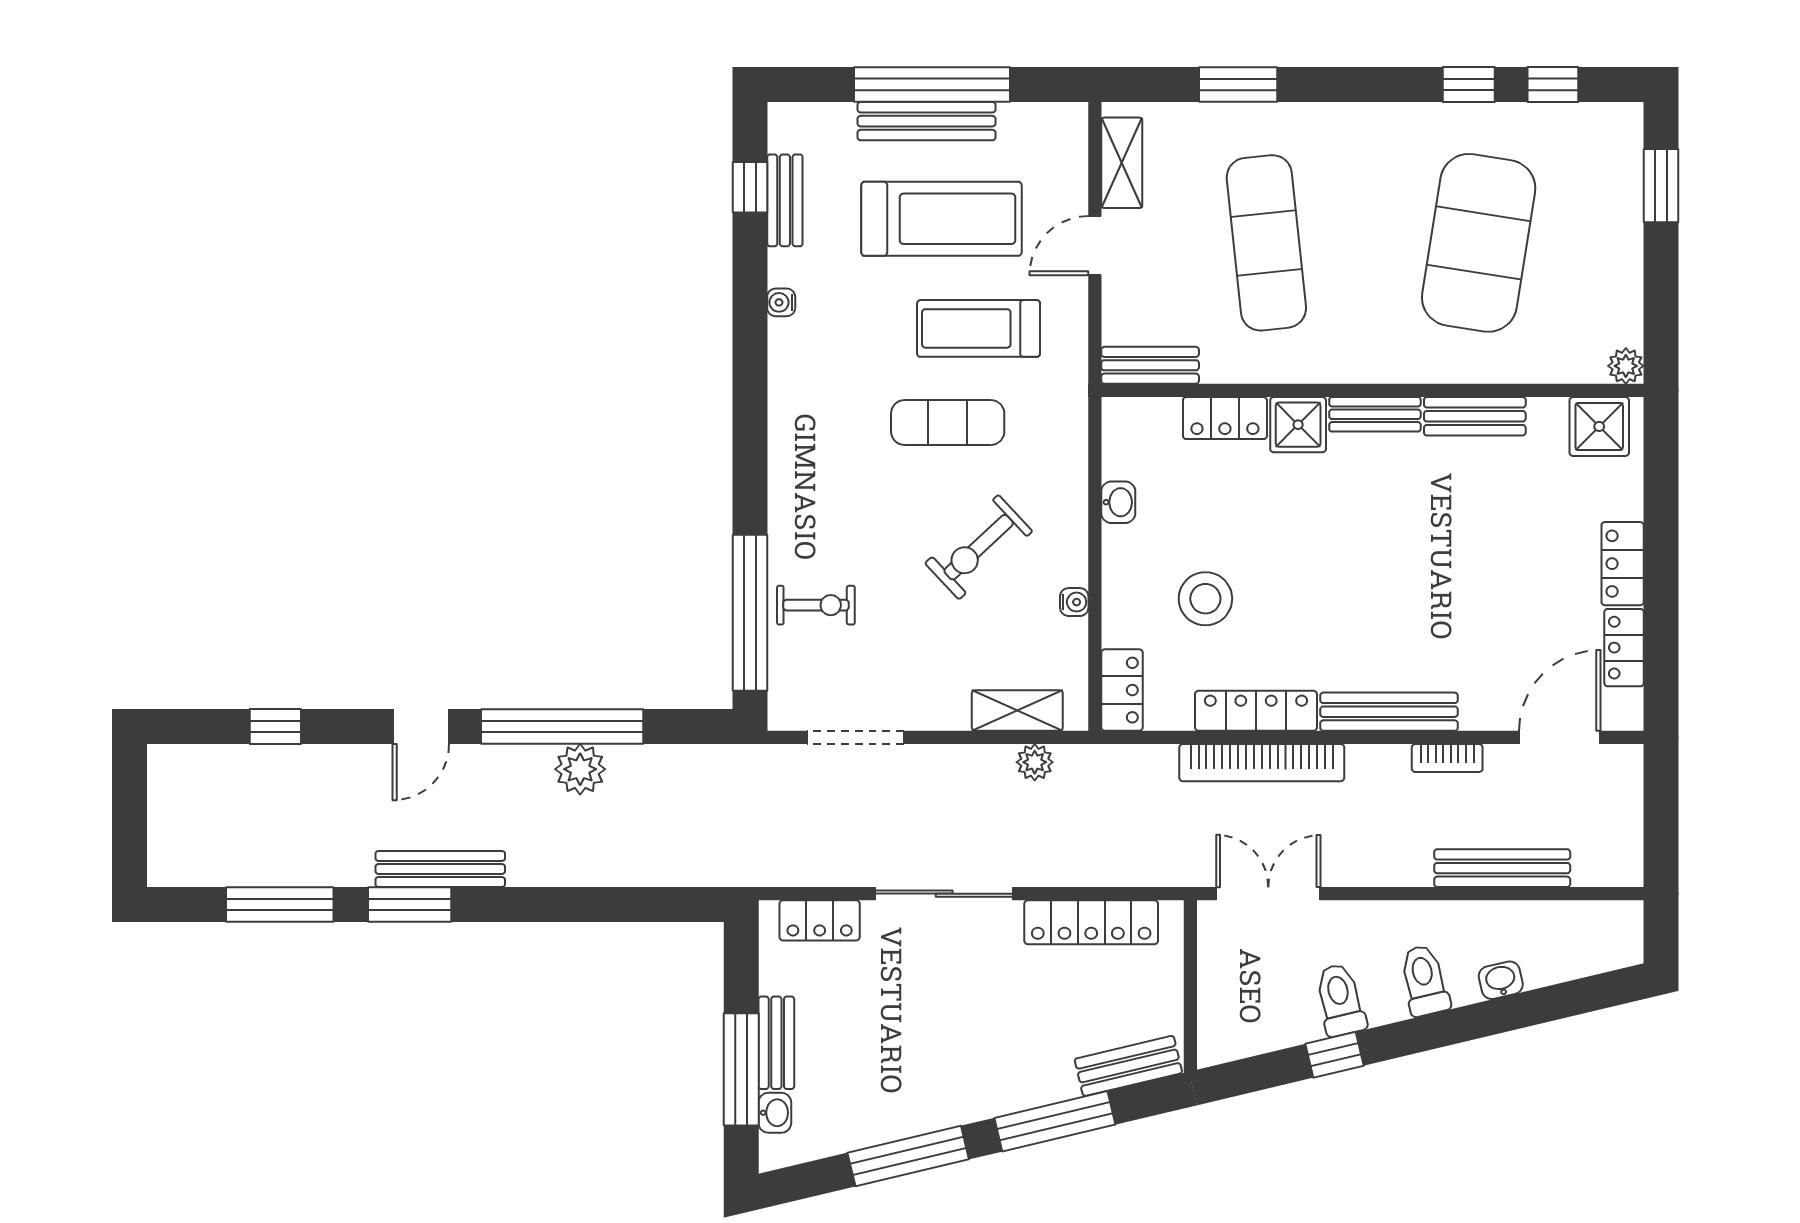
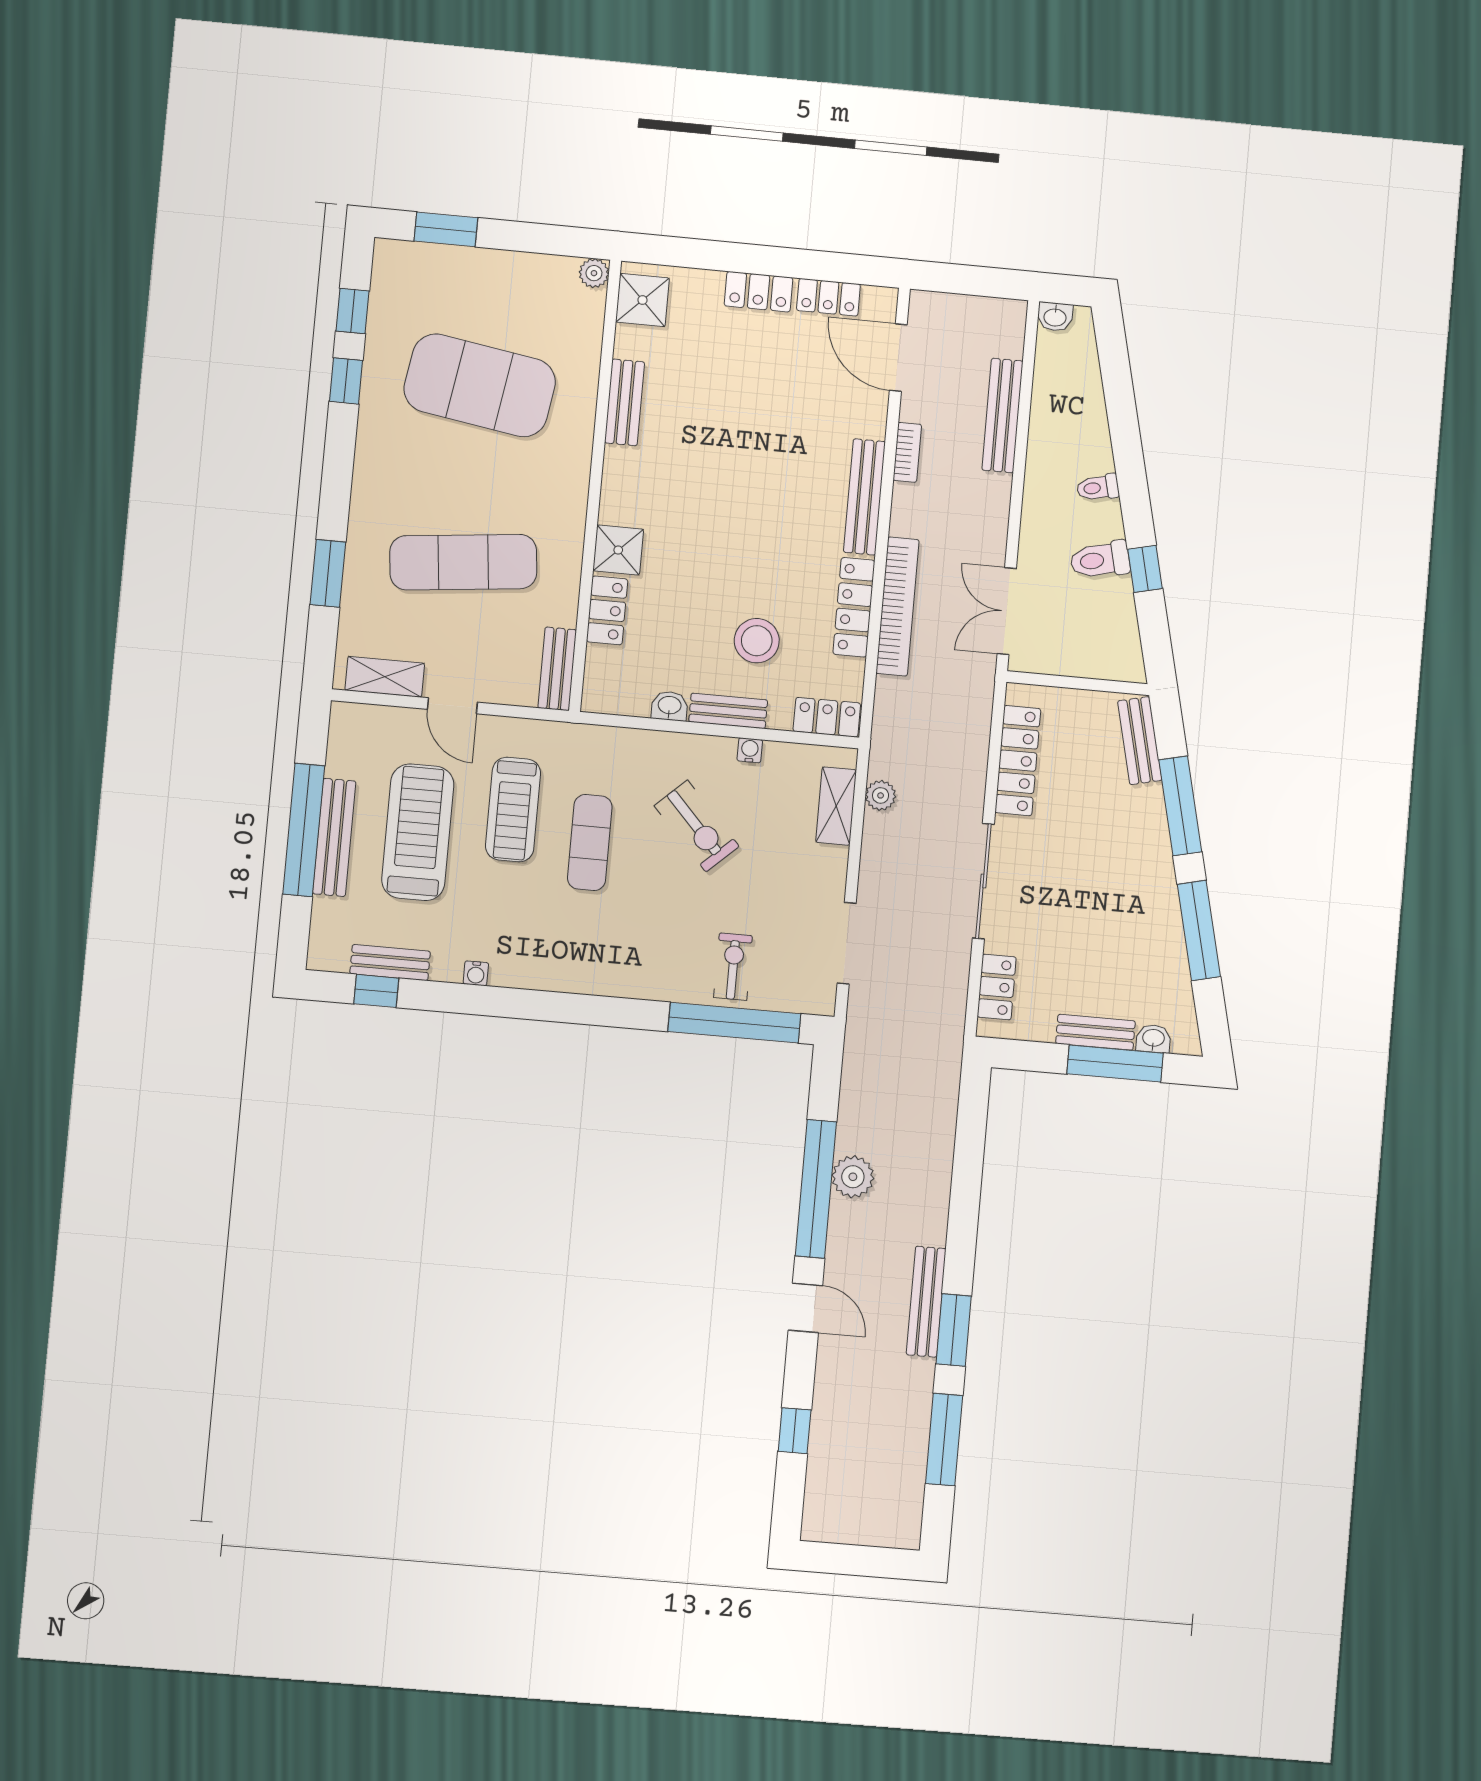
bench: (1375, 414) -> (728, 711), moved, turned 90
washbasin: (1501, 980) -> (1055, 317), moved, turned -77
toilet: (1424, 981) -> (1098, 488), width x0.73, depth x0.72

